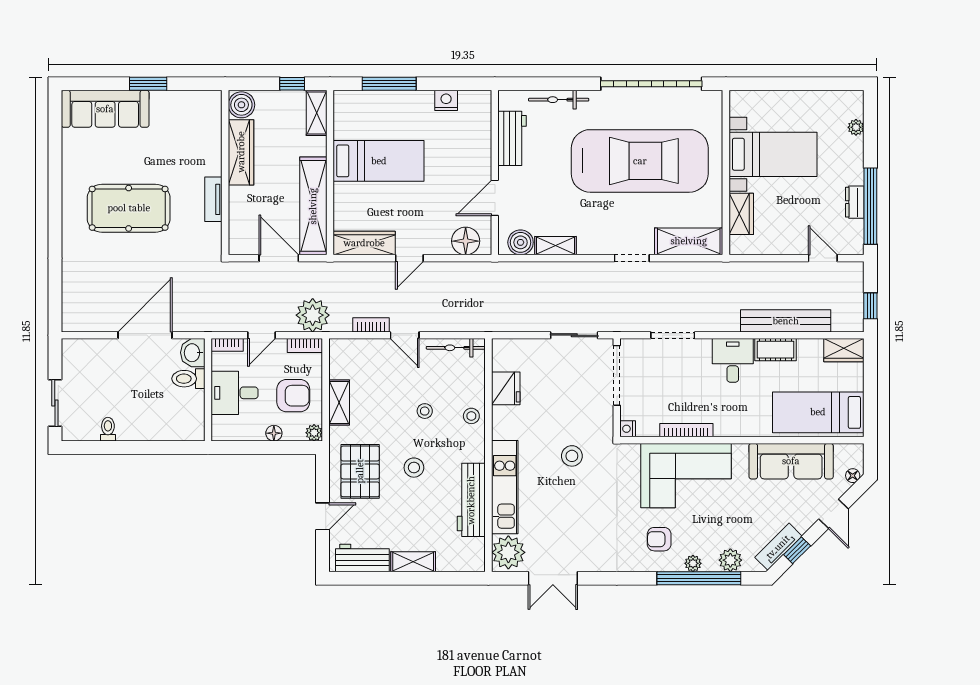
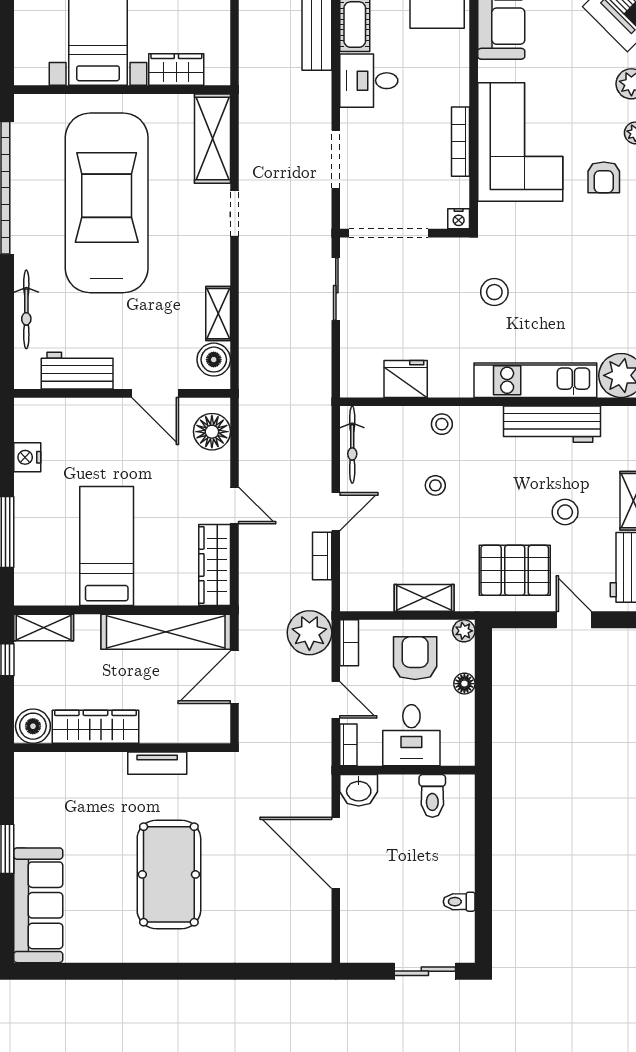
toilet: (188, 379) -> (432, 796), moved
stool: (414, 468) -> (565, 512), moved

